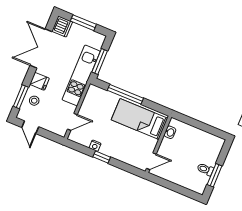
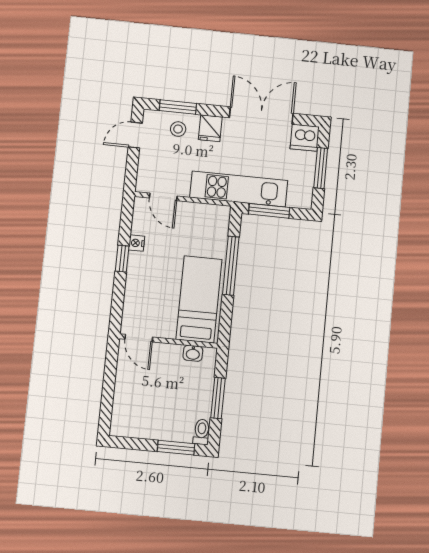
window: (200, 126) -> (218, 398), added
toilet: (205, 169) -> (202, 432), moved
window: (215, 175) -> (176, 448), moved

